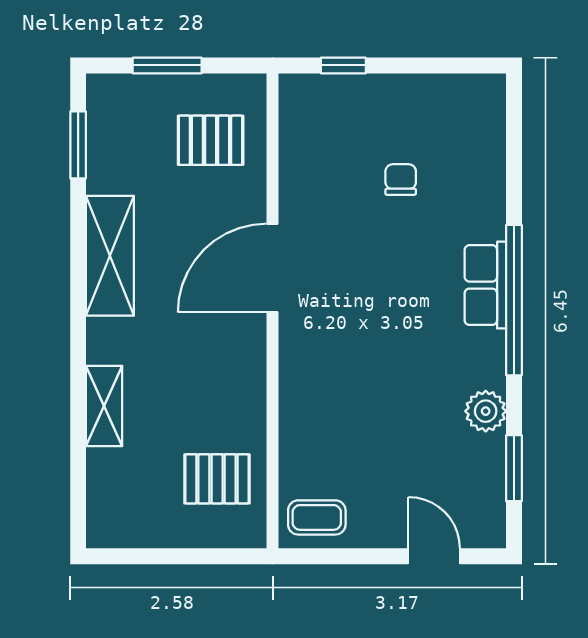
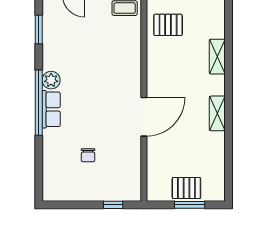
pallet: (211, 140) -> (186, 188), moved
window: (78, 145) -> (228, 170), removed
shelving: (110, 256) -> (217, 113), width x0.67, depth x0.75
plant: (486, 411) -> (51, 80), moved

